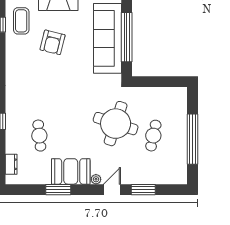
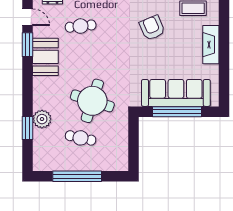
armchair: (53, 42) -> (152, 28), moved, turned 53
plant: (96, 179) -> (42, 119), moved, width x1.88, depth x1.88
door: (112, 190) -> (28, 17), moved

